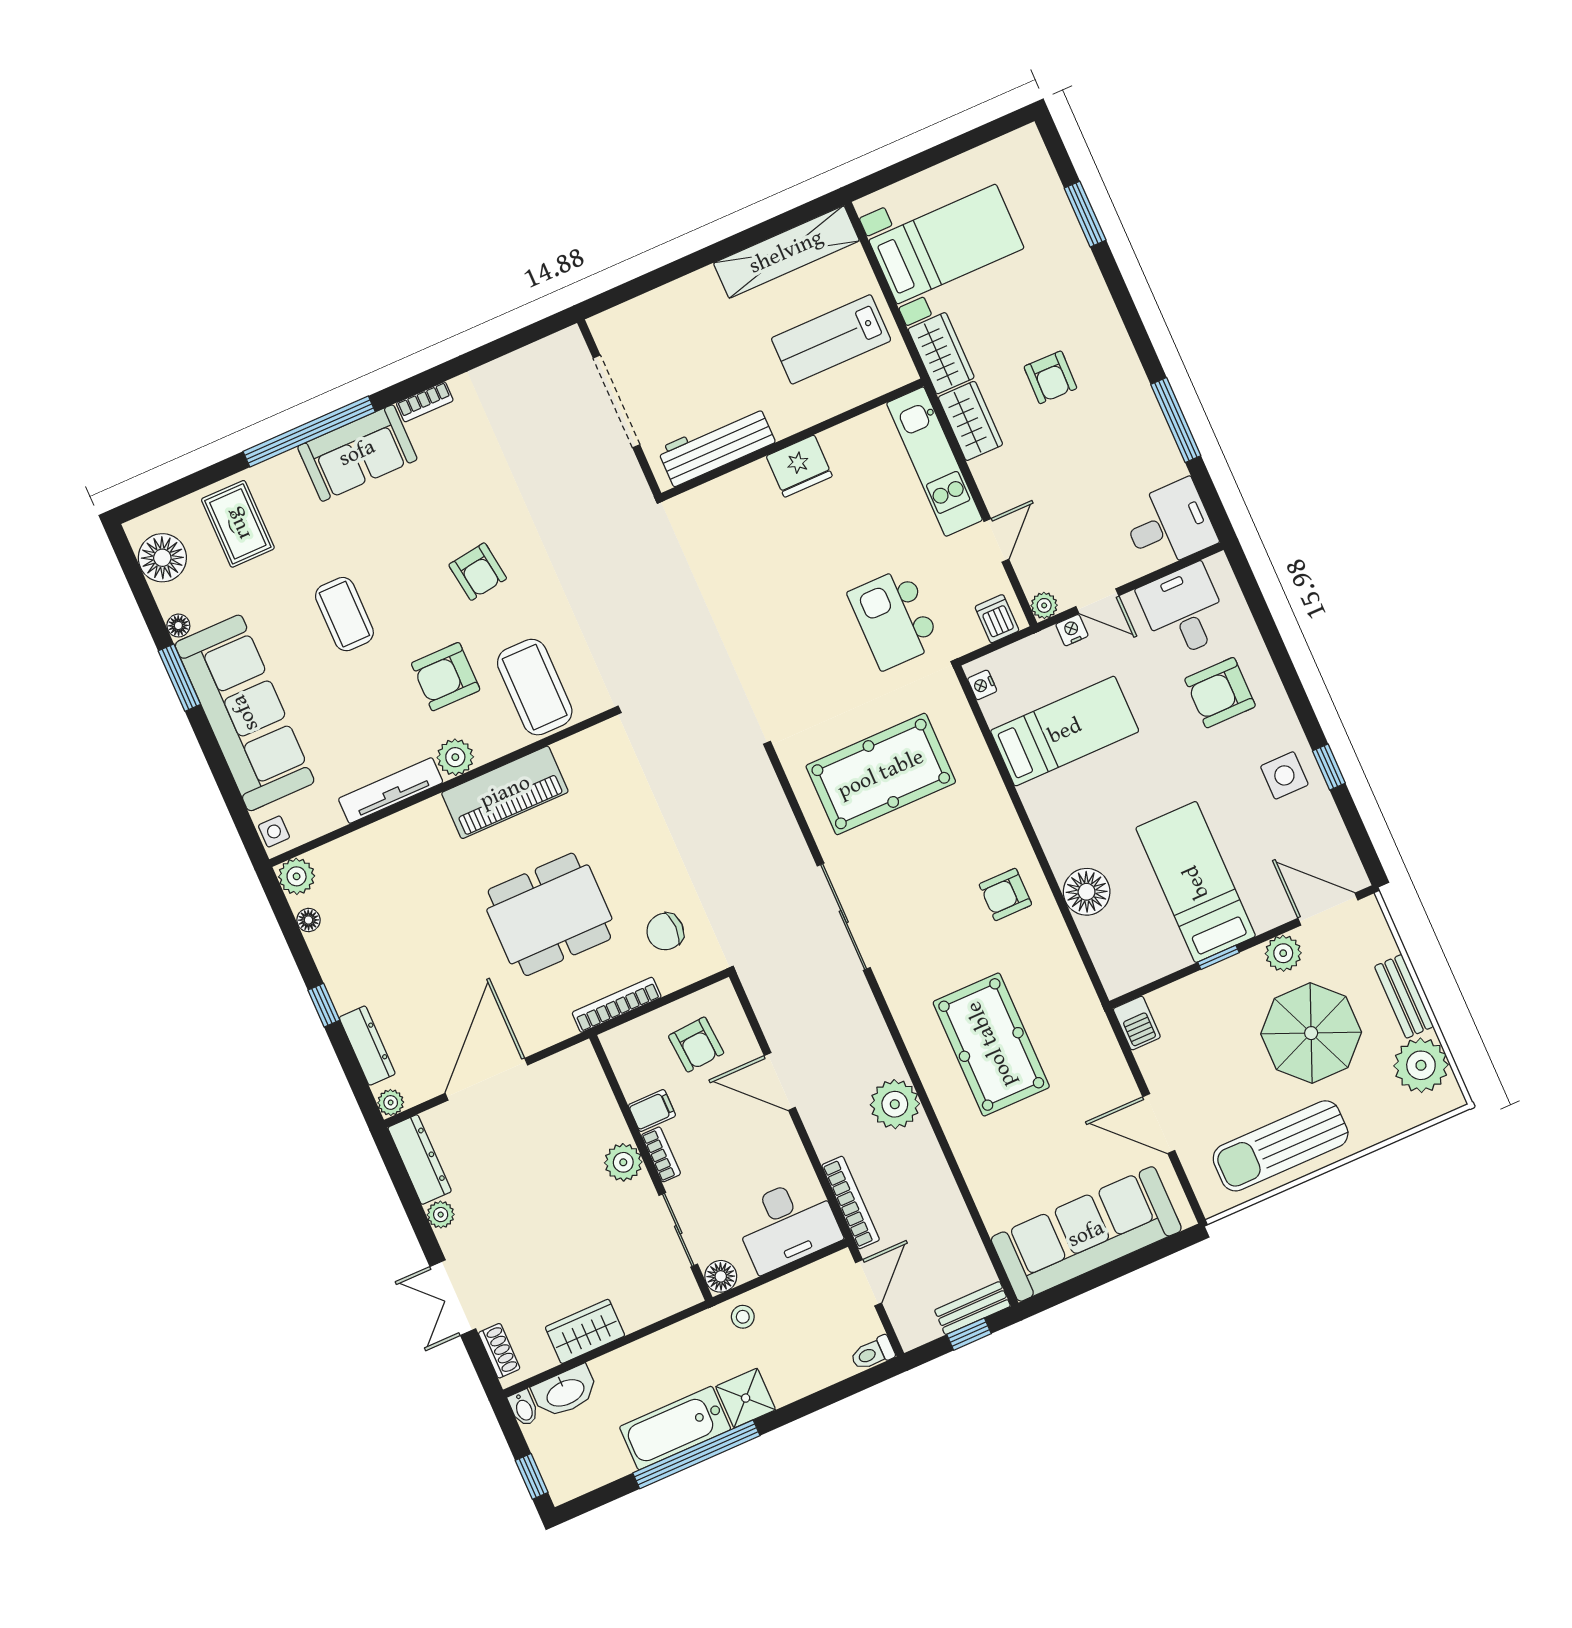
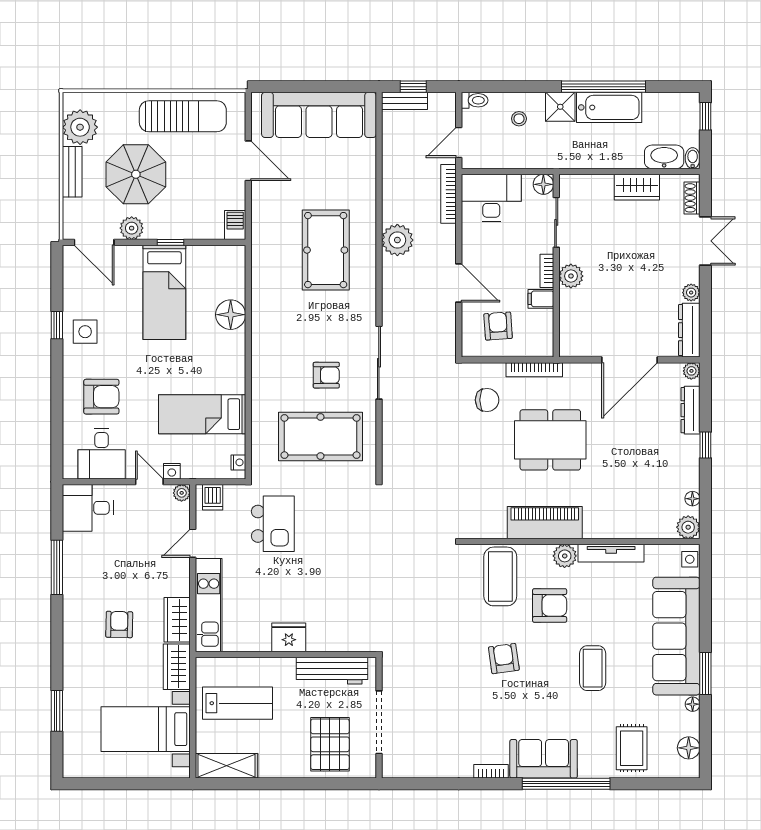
shelving: (786, 252) -> (227, 766), width x0.68
pallet: (673, 339) -> (330, 744), added
floor lamp: (162, 558) -> (689, 748), width x0.73, depth x0.73
armchair: (1005, 894) -> (326, 375), moved
stool: (743, 1317) -> (519, 119), moved

